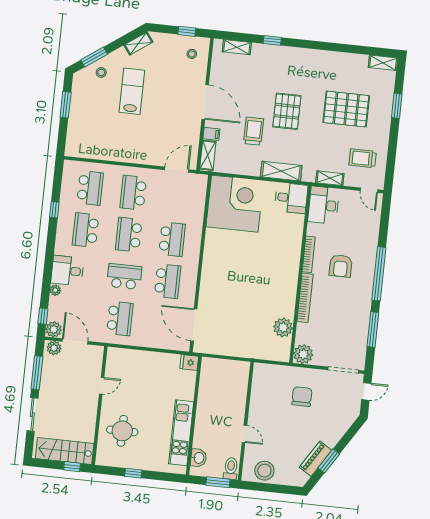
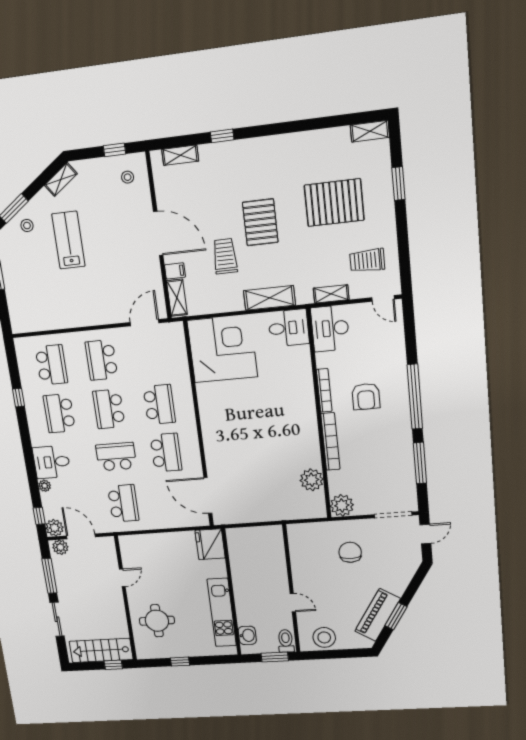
fridge: (189, 362) -> (210, 544), width x1.88, depth x1.34
piano: (316, 459) -> (378, 615), width x1.37, depth x1.33

